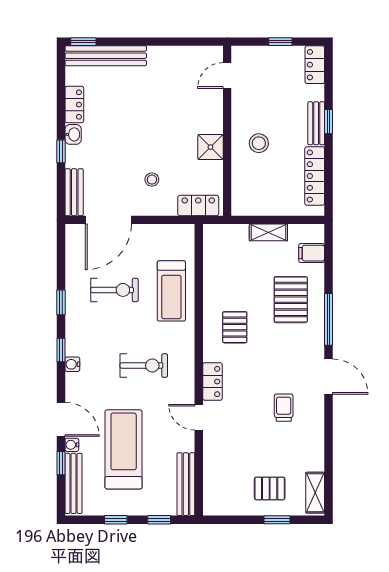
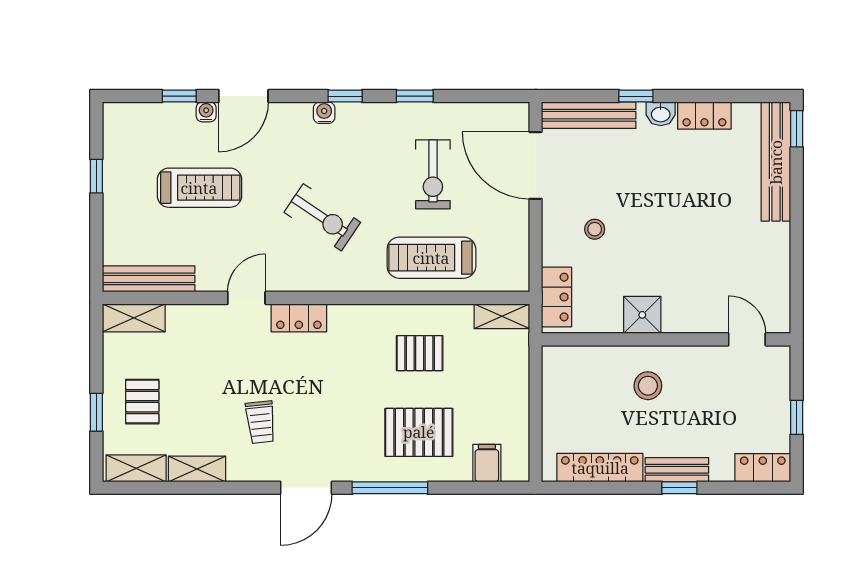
bench: (74, 192) -> (589, 115), width x1.36
shelving: (268, 232) -> (502, 316), moved, turned 90
pallet: (235, 327) -> (420, 353), moved
exercise bike: (144, 366) -> (322, 217), turned -56
trolley: (284, 408) -> (261, 422), turned 84
treadmill: (124, 449) -> (199, 188), width x0.73, depth x0.73
shelving: (316, 451) -> (197, 469), added
bench: (74, 483) -> (150, 114), removed
shelving: (212, 494) -> (134, 318), added
window: (159, 520) -> (96, 240), removed

